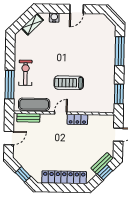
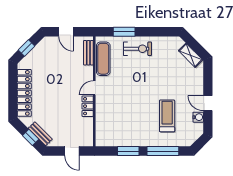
water cooler: (54, 18) -> (198, 117), moved
treadmill: (69, 83) -> (167, 116), moved
window: (10, 85) -> (124, 32), width x0.69
window: (119, 94) -> (128, 151), moved
door: (61, 113) -> (94, 88), swing flipped

